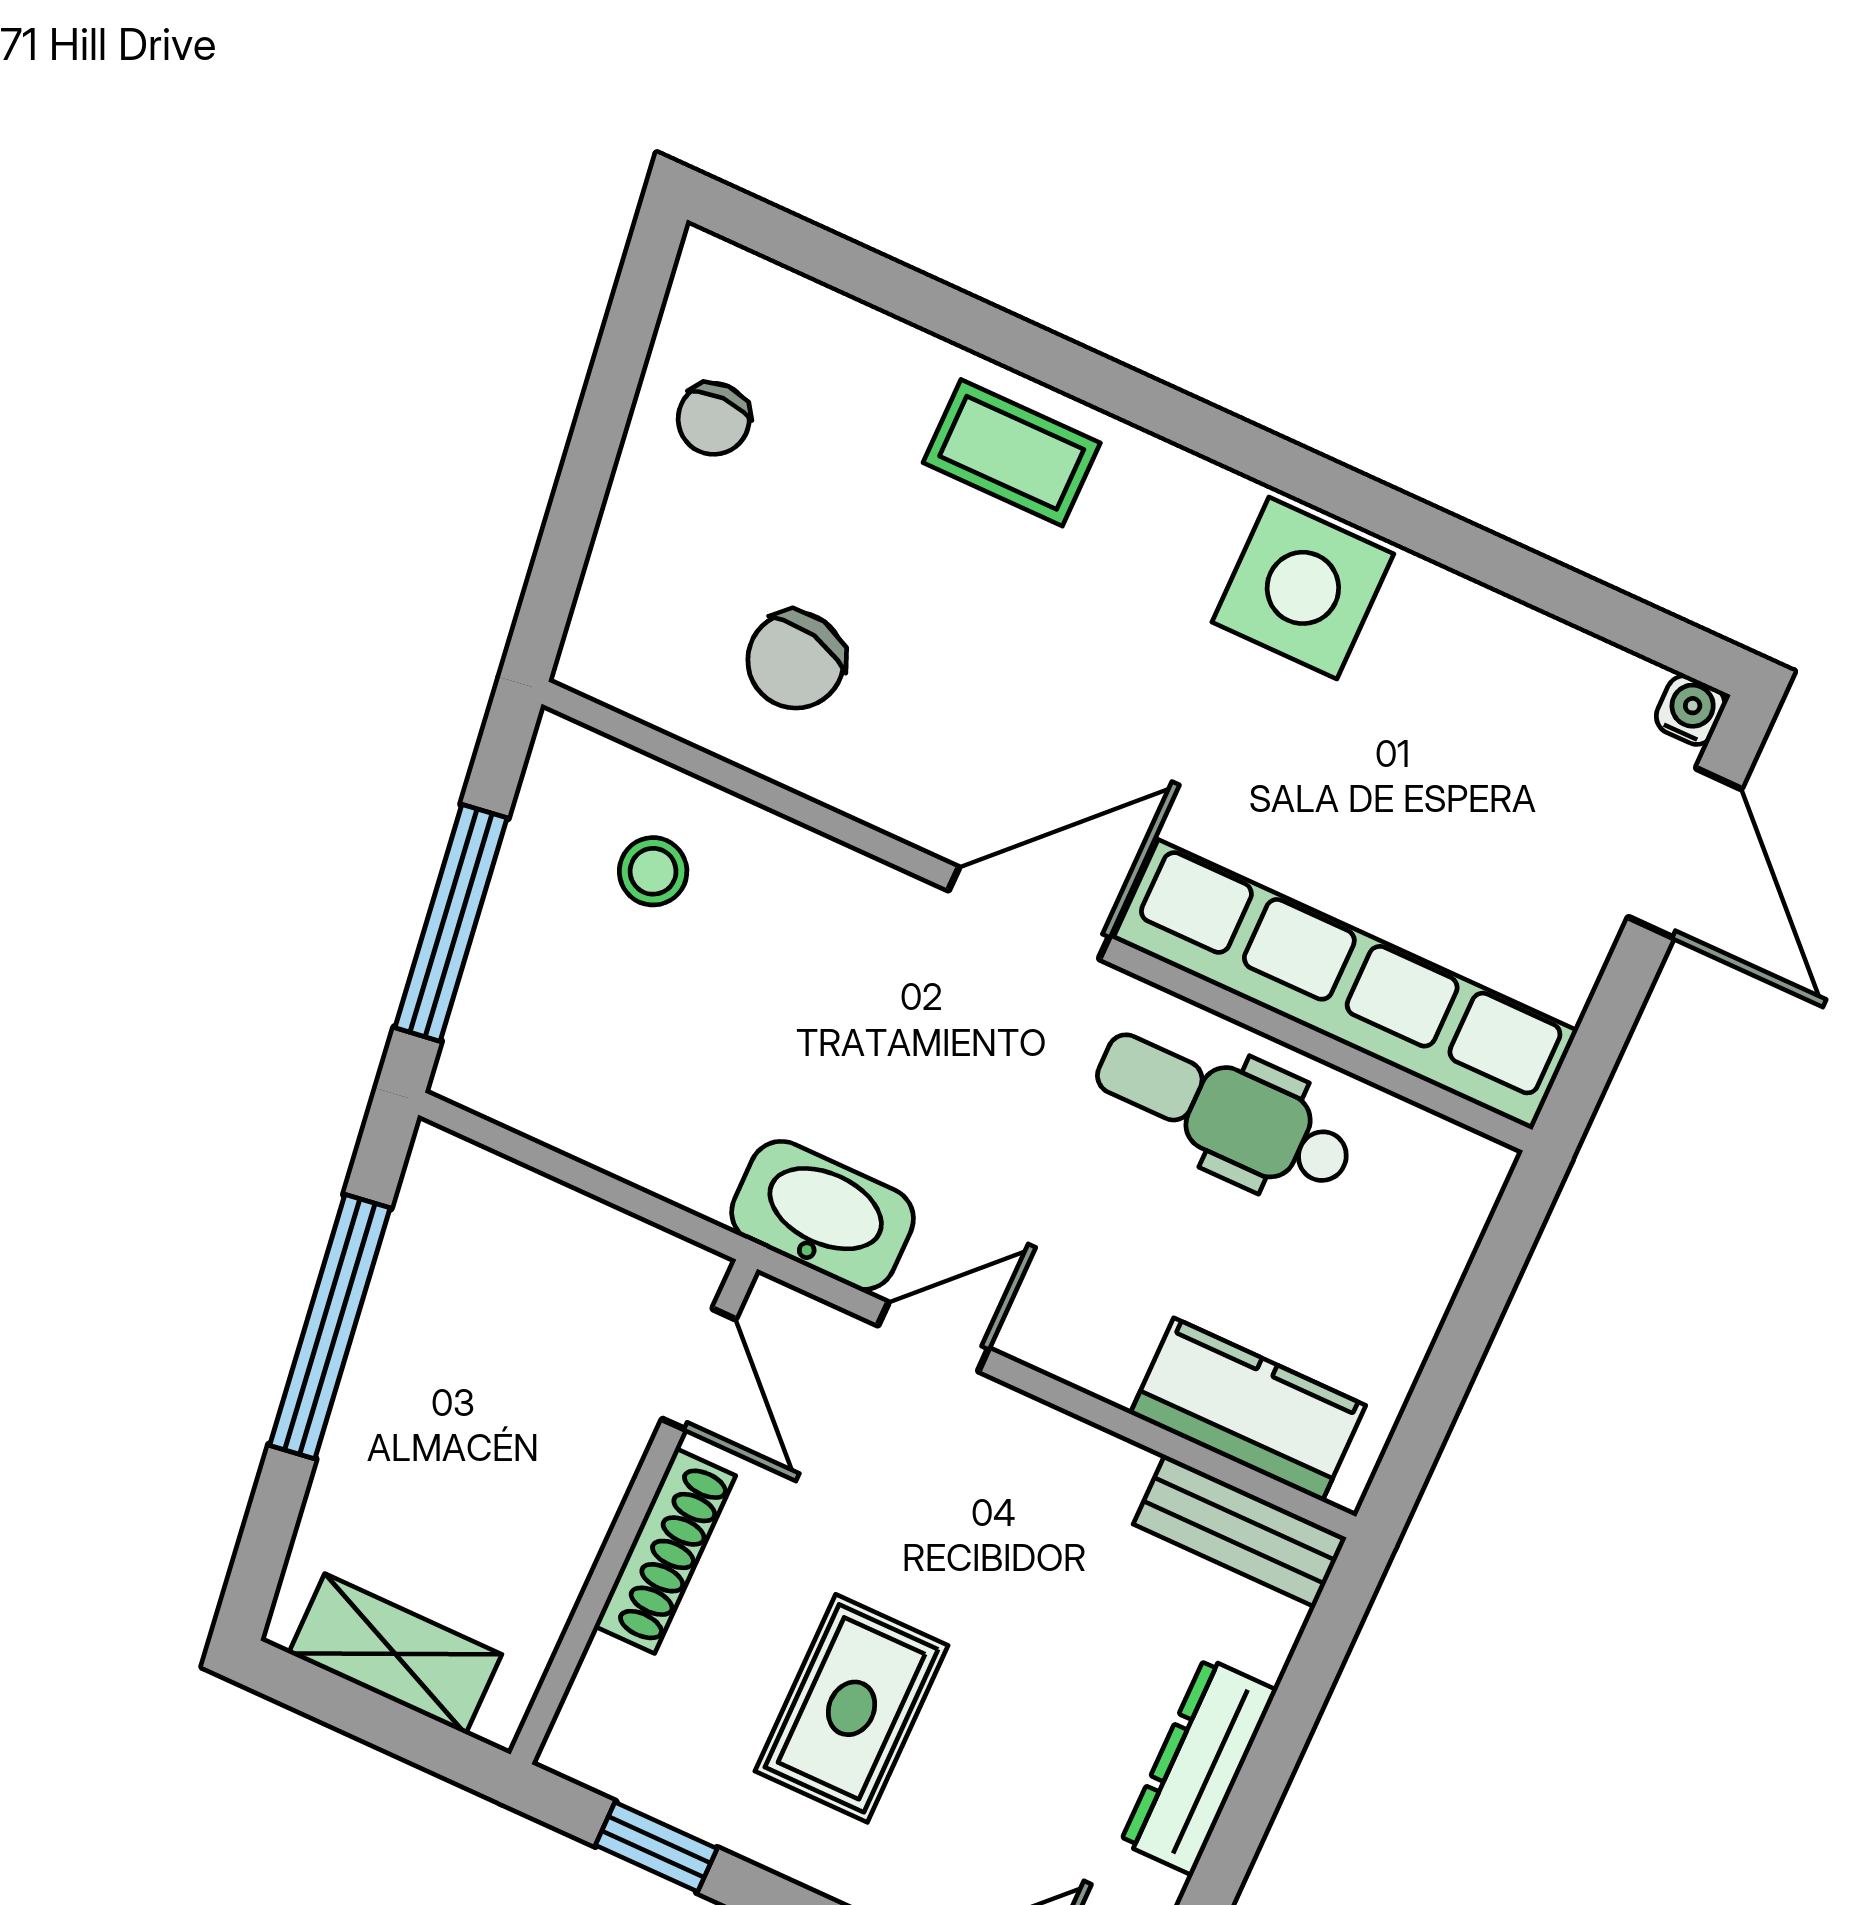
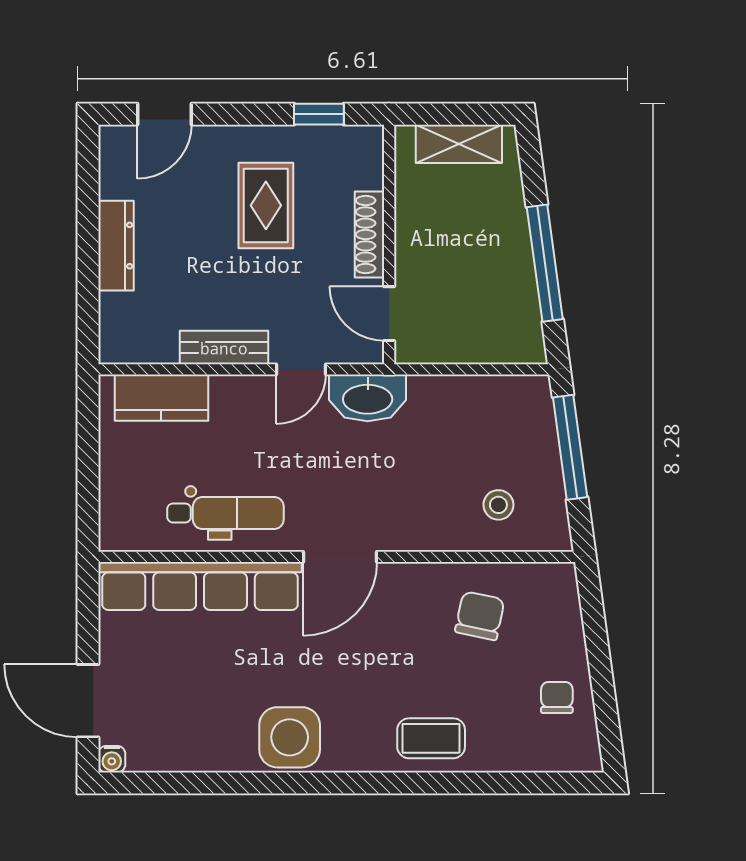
bench: (1240, 1531) -> (224, 348), moved

